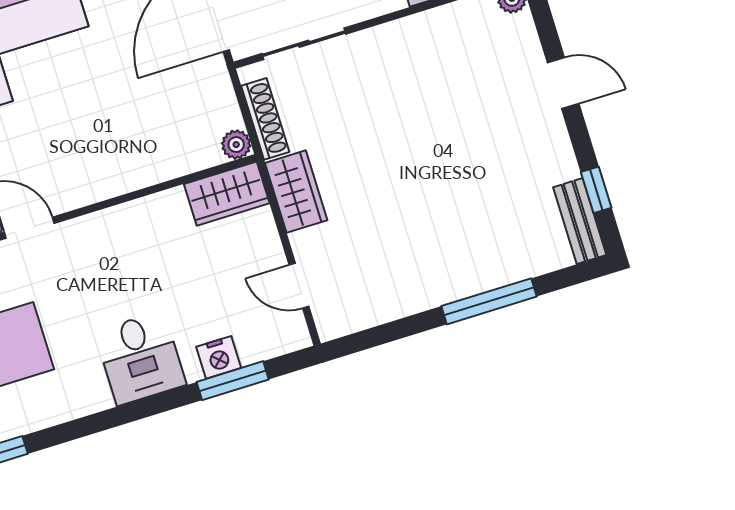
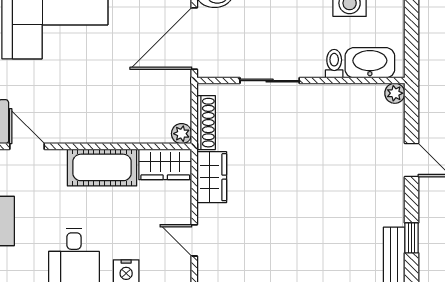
sliding door: (304, 44) -> (270, 81), moved
cot: (141, 225) -> (102, 167), added

